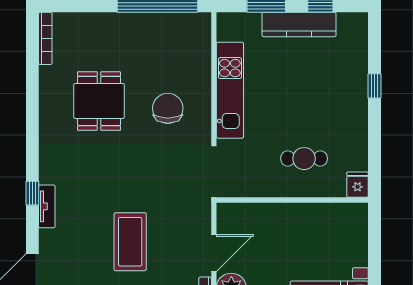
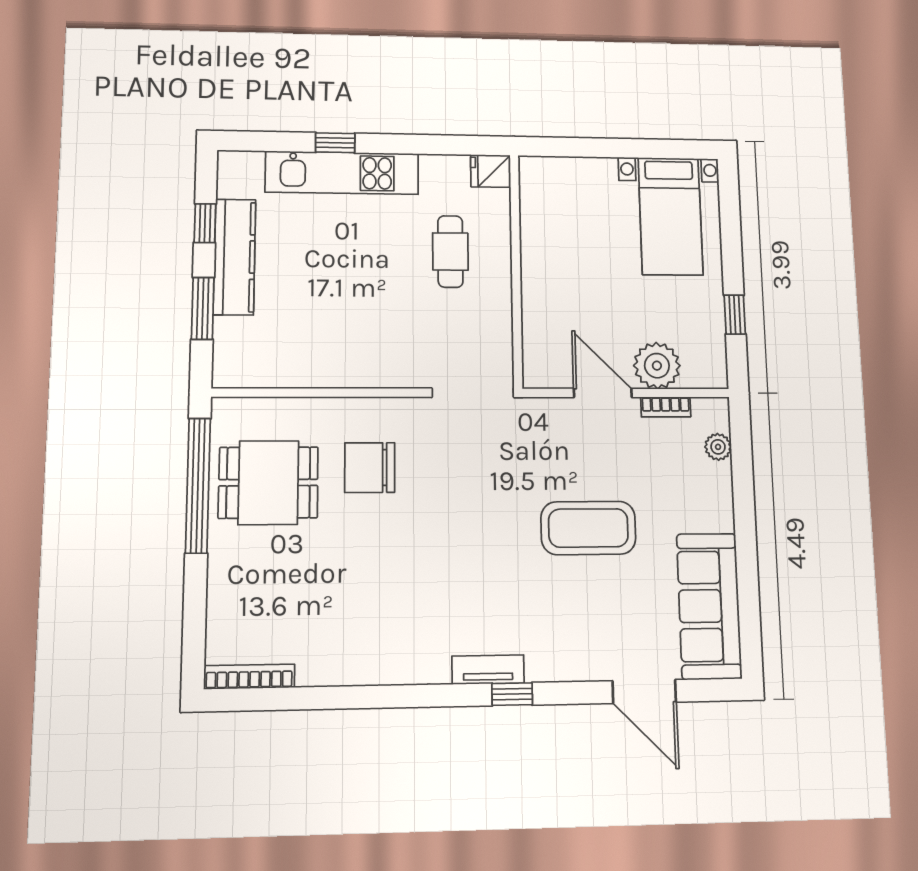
kitchen unit: (230, 90) -> (342, 173), moved, turned 180
dining table: (99, 101) -> (268, 483), moved
tv unit: (47, 206) -> (488, 670), moved

